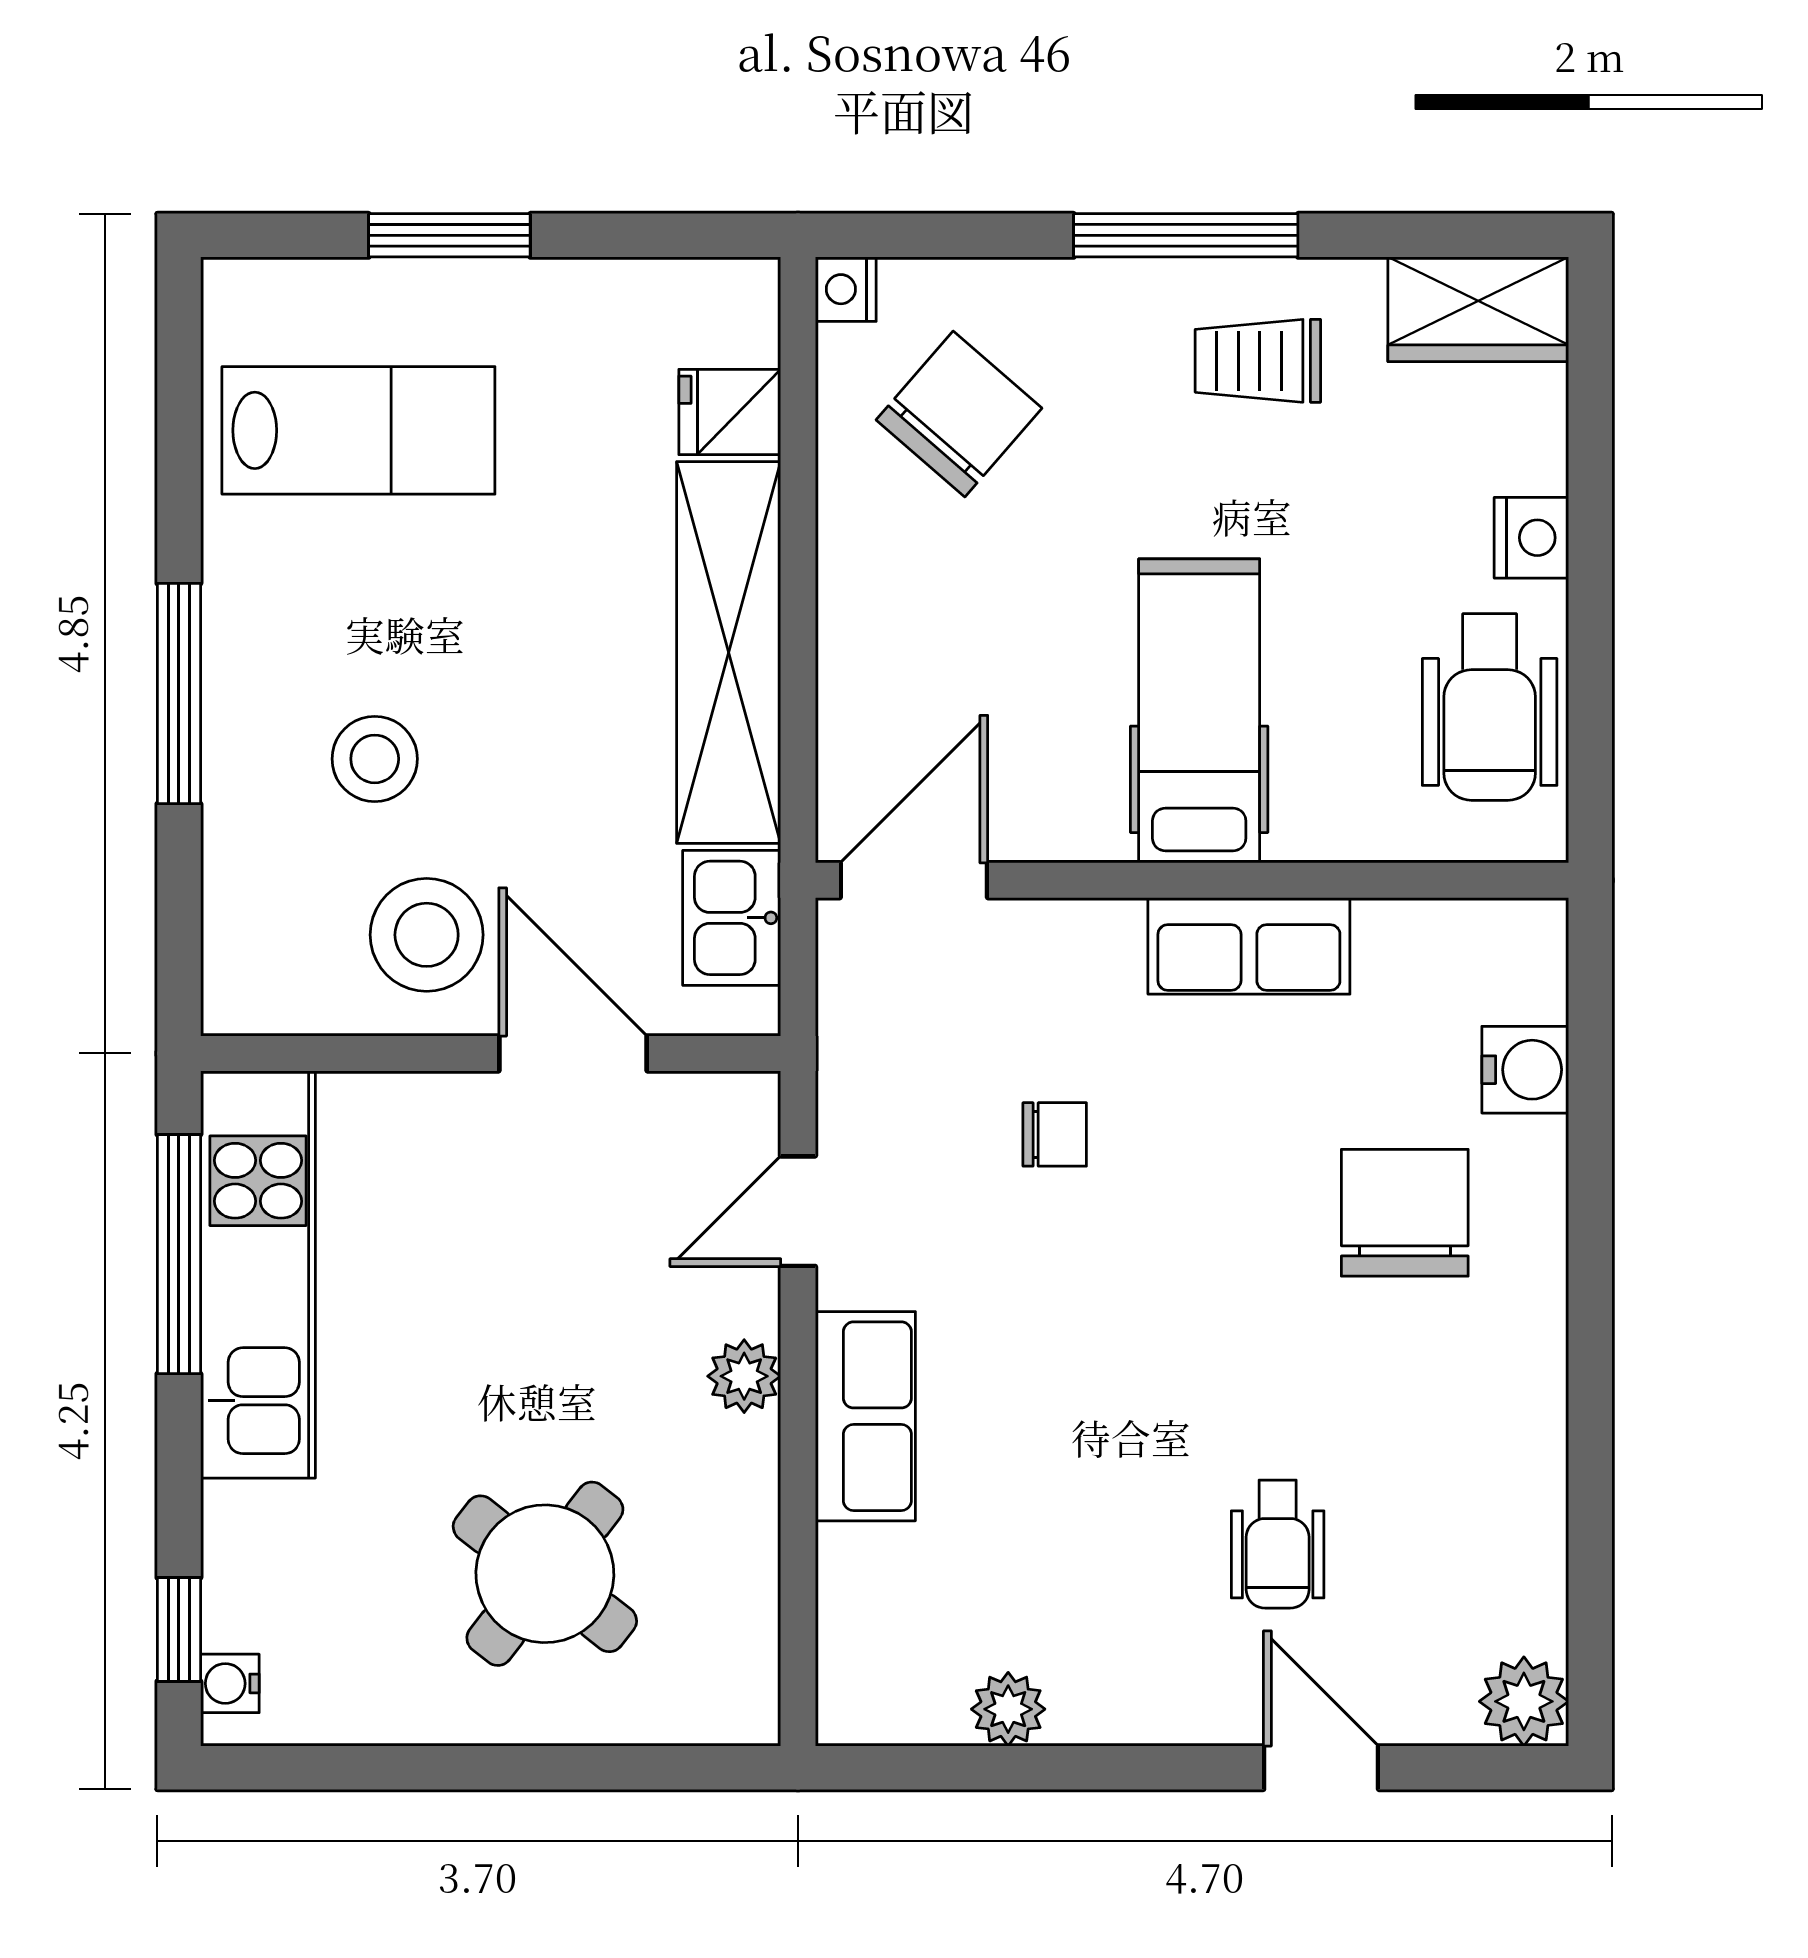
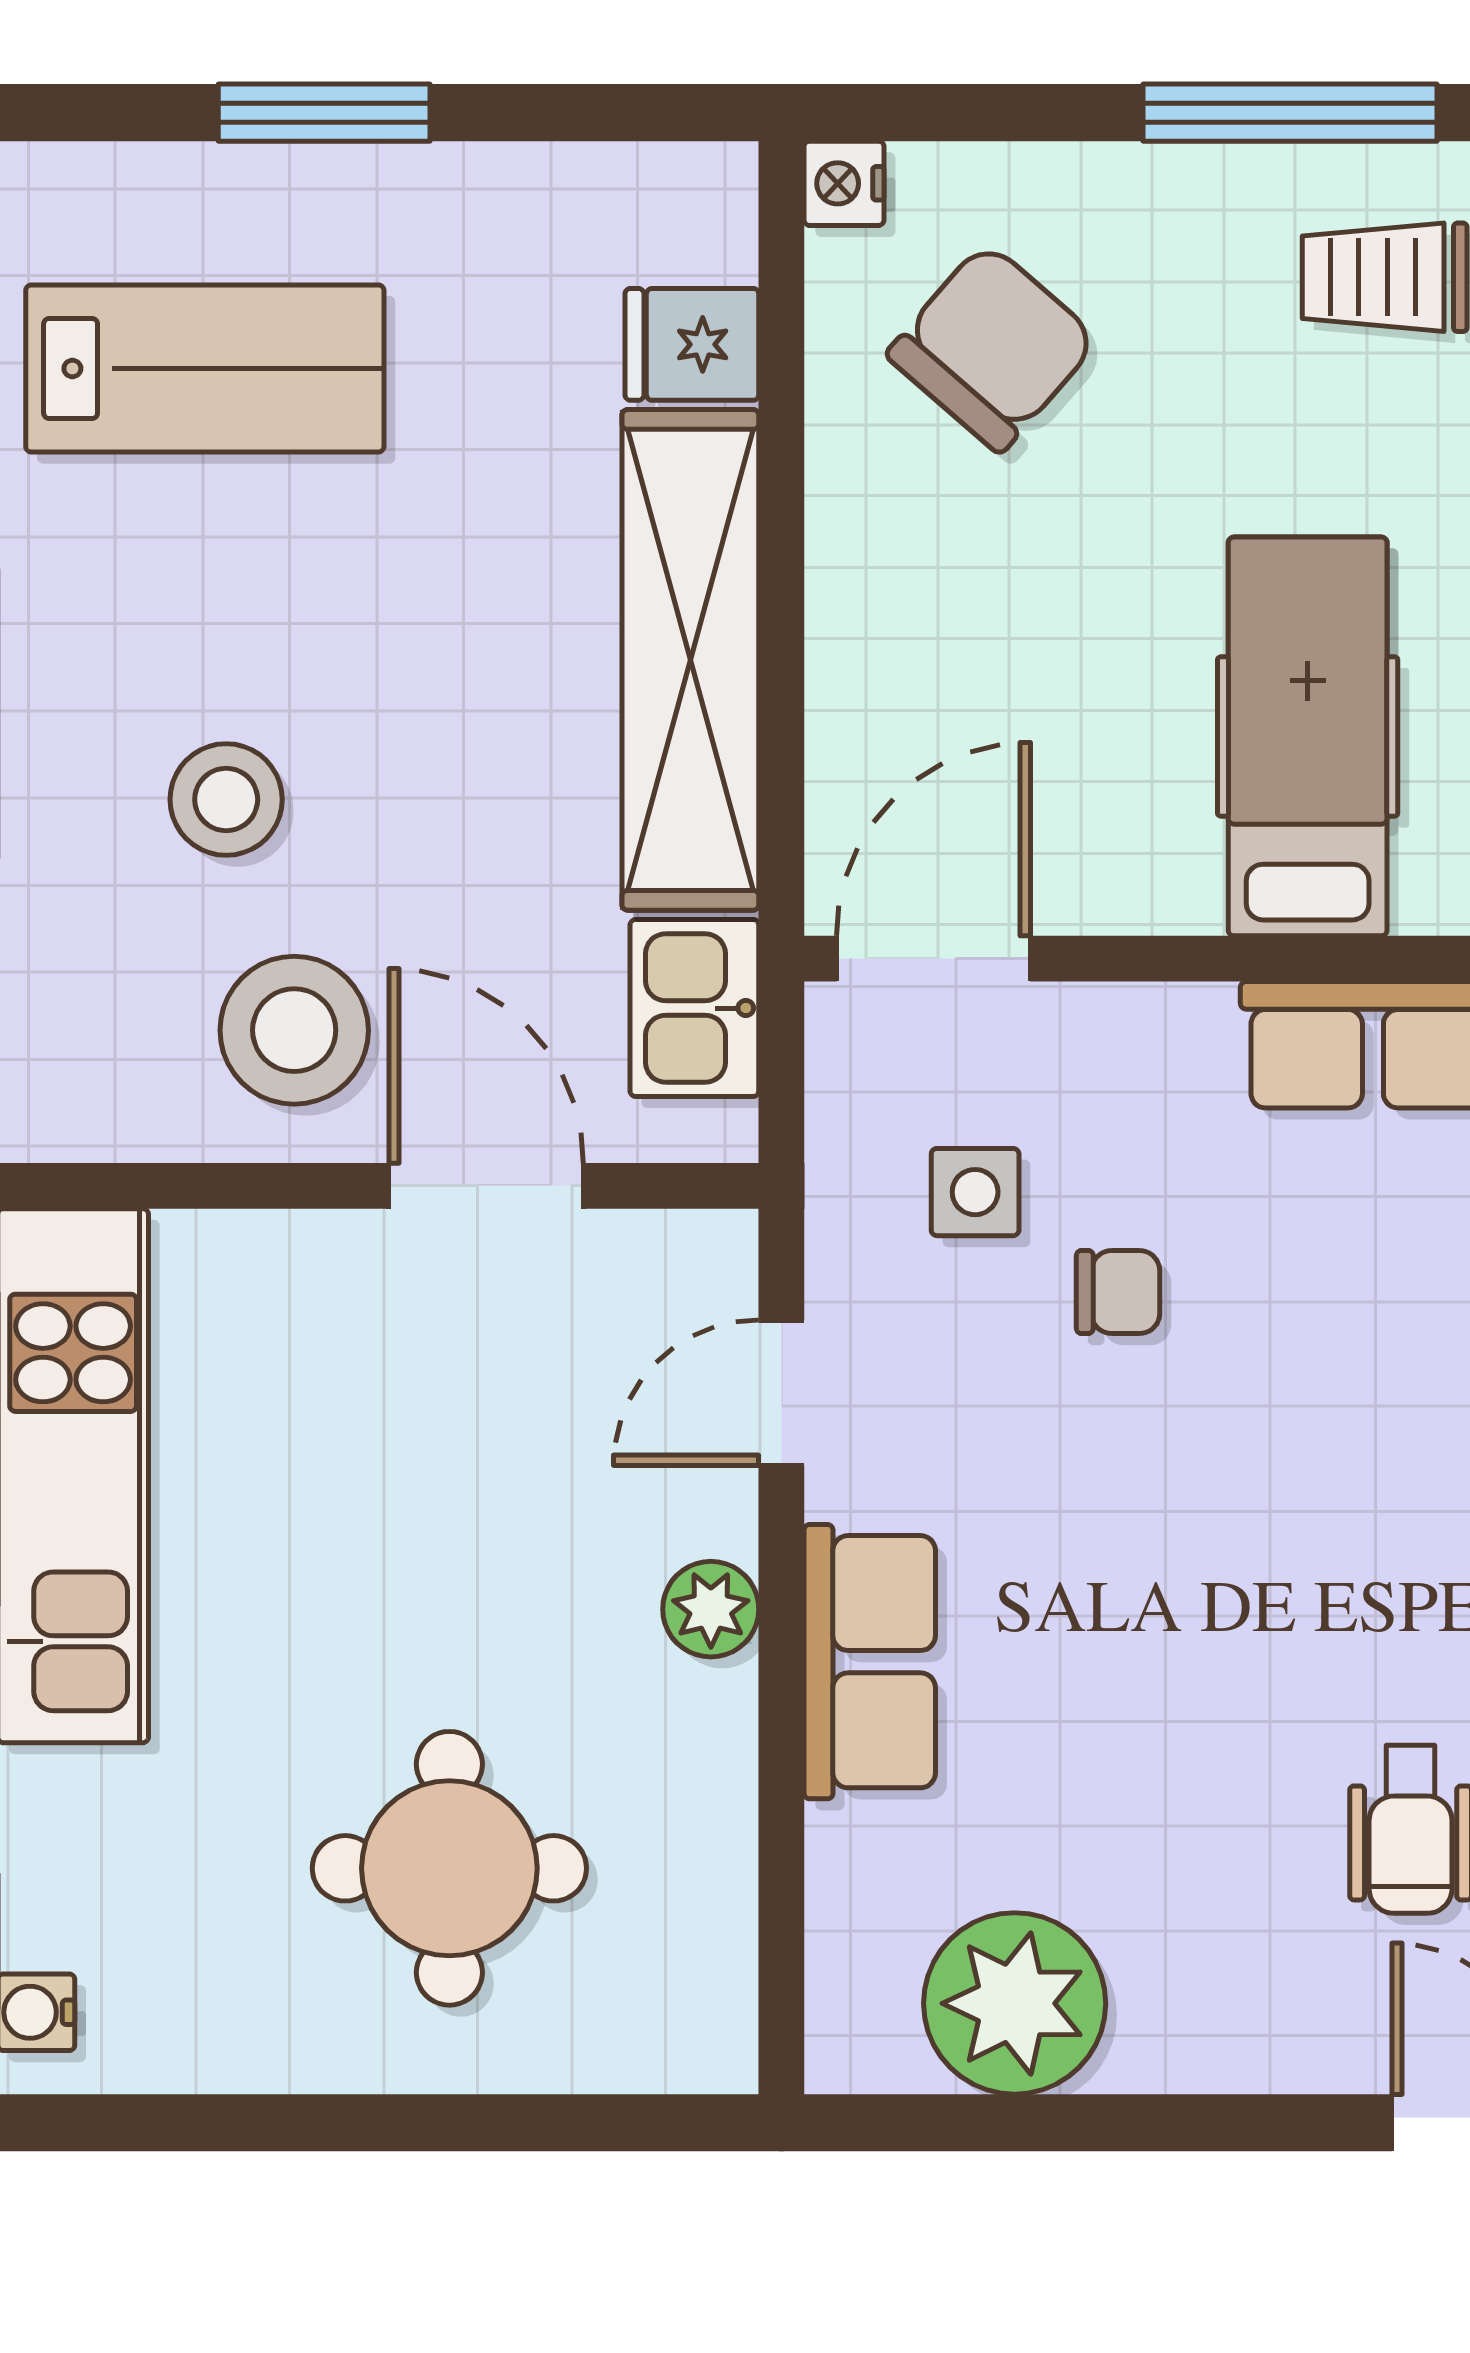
side table: (946, 1058) -> (975, 1192), added
round table: (545, 1574) -> (449, 1868), turned -38
plant: (1008, 1709) -> (1015, 2003), width x1.88, depth x1.88

